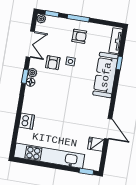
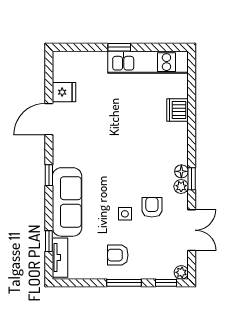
double door: (30, 44) -> (192, 230), swing flipped
window: (119, 63) -> (49, 241), moved
window: (114, 94) -> (49, 175), added
door: (108, 129) -> (49, 119), hinge flipped
kitchen unit: (49, 156) -> (148, 62), width x0.73
window: (86, 172) -> (119, 47), moved

